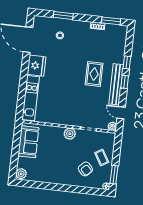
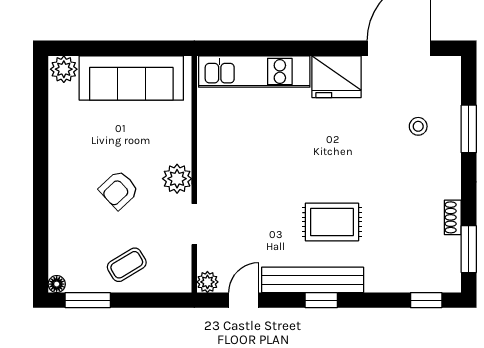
window: (127, 62) -> (426, 300), moved
sofa: (28, 142) -> (131, 78), width x1.36
armchair: (85, 169) -> (119, 190), moved

